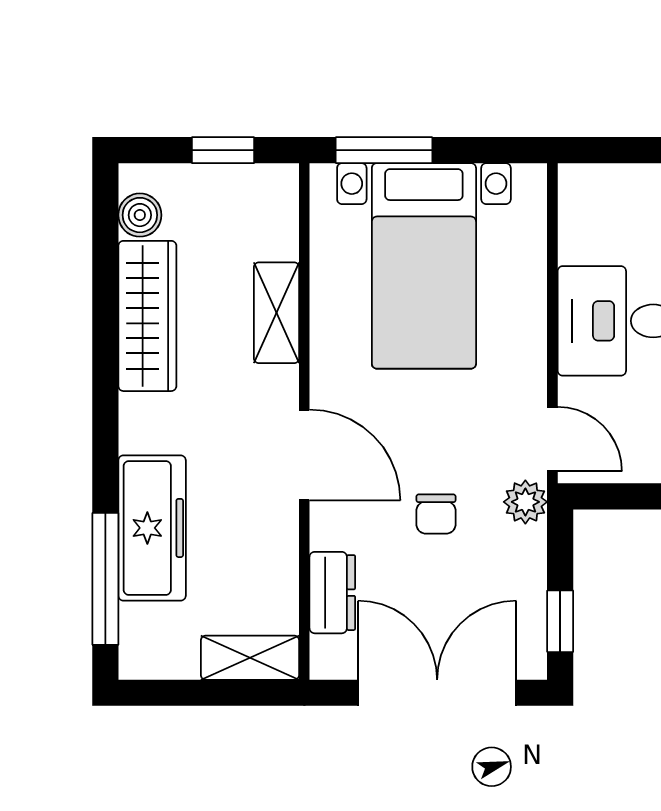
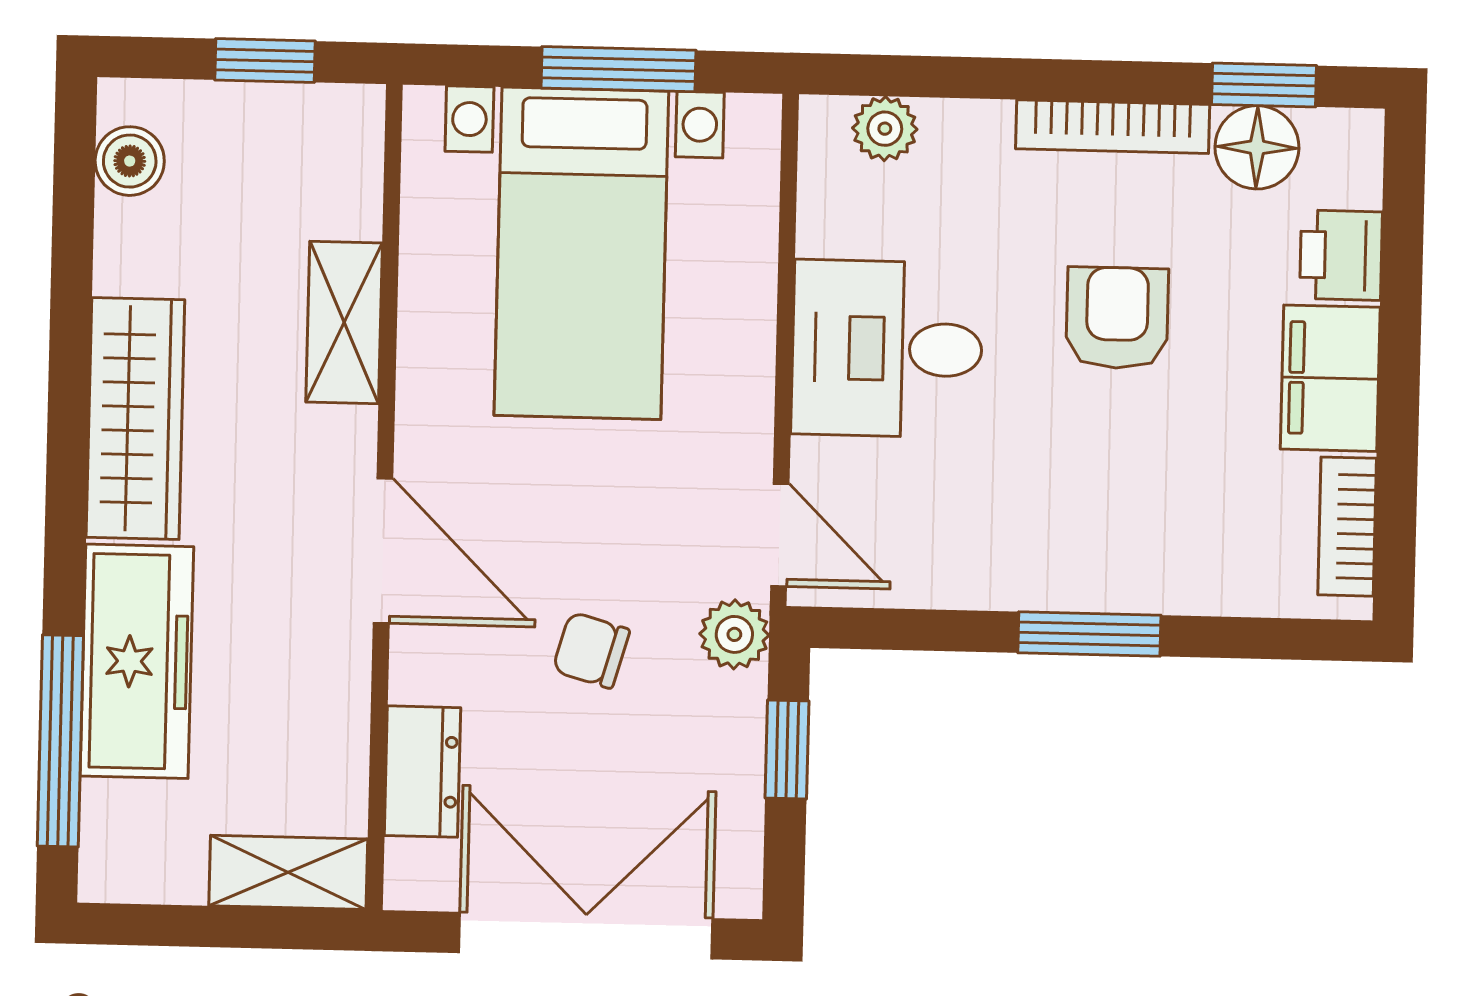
window: (384, 150) -> (619, 69), moved
plant: (612, 183) -> (885, 129), added
wardrobe: (147, 316) -> (135, 418), moved
chair: (436, 514) -> (591, 650), turned 106
window: (560, 621) -> (787, 749), moved

